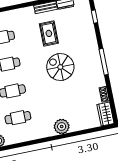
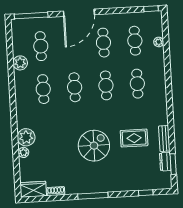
plant: (75, 127) -> (23, 152), added

